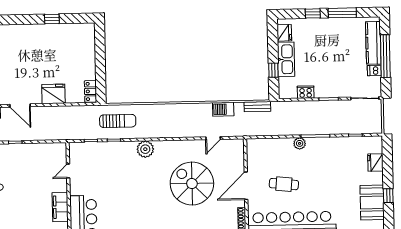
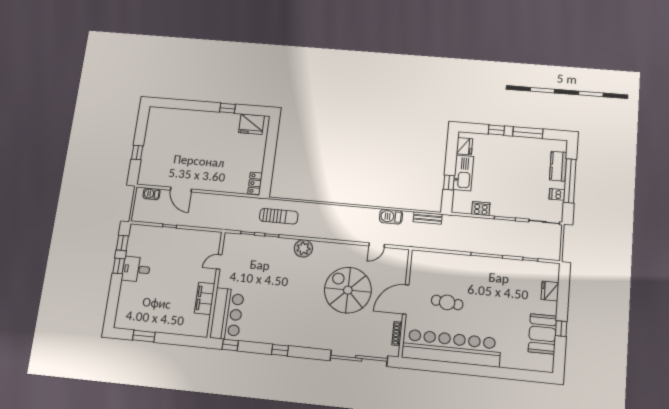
kitchen counter: (373, 43) -> (558, 166), width x0.67
fridge: (53, 94) -> (251, 124), moved, turned 180
plant: (300, 143) -> (469, 261), removed

